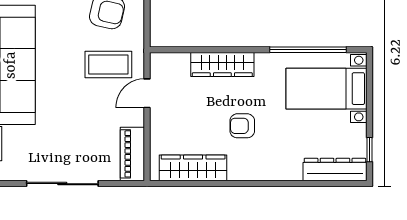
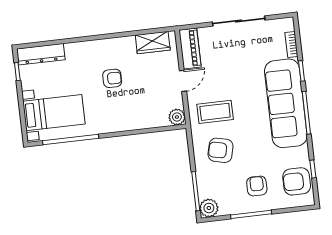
plant: (161, 63) -> (177, 117), added
wardrobe: (222, 64) -> (132, 121), removed
door: (147, 93) -> (183, 81), moved
wardrobe: (193, 168) -> (153, 42), width x0.67

